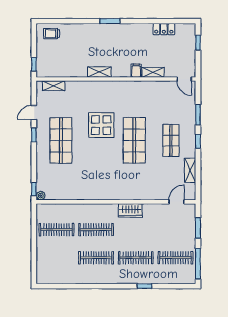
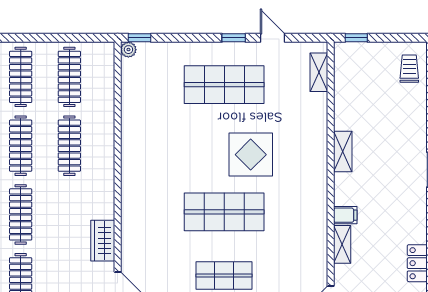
wardrobe: (130, 210) -> (103, 241), moved
clothes rail: (56, 258) -> (21, 77), added

